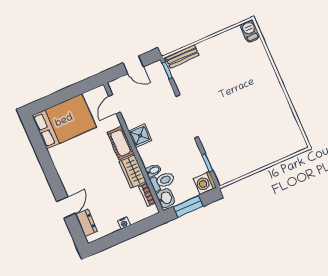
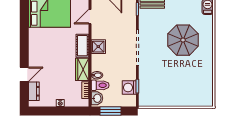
parasol: (238, 84) -> (183, 40), added
washing machine: (205, 183) -> (129, 88), moved

